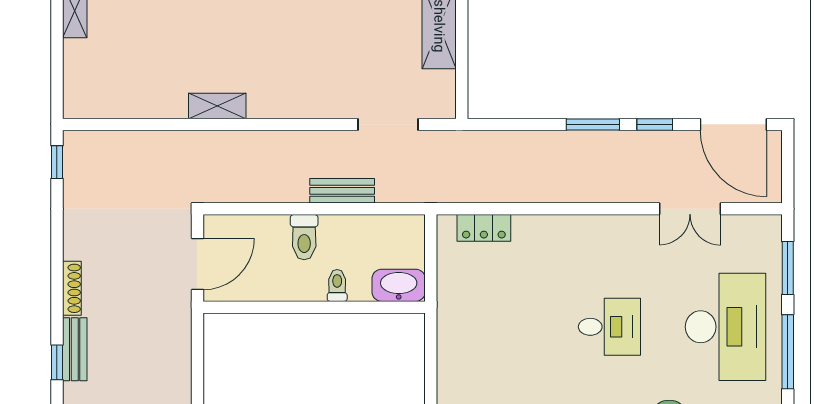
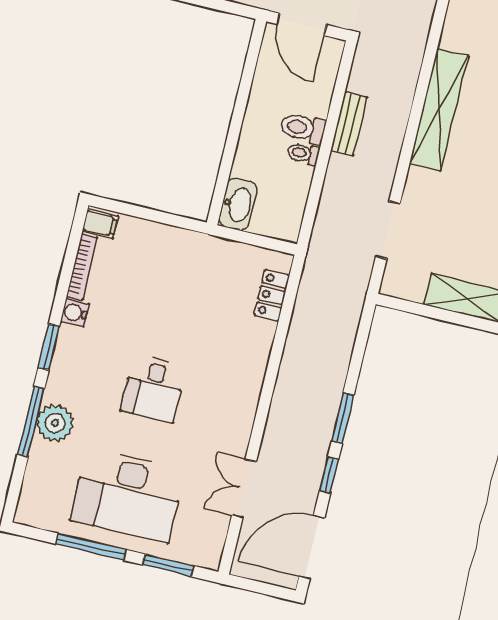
shelving: (217, 106) -> (439, 110), width x2.20, depth x1.33
bench: (342, 191) -> (349, 124), moved
toilet: (337, 285) -> (303, 153), moved, turned 180

